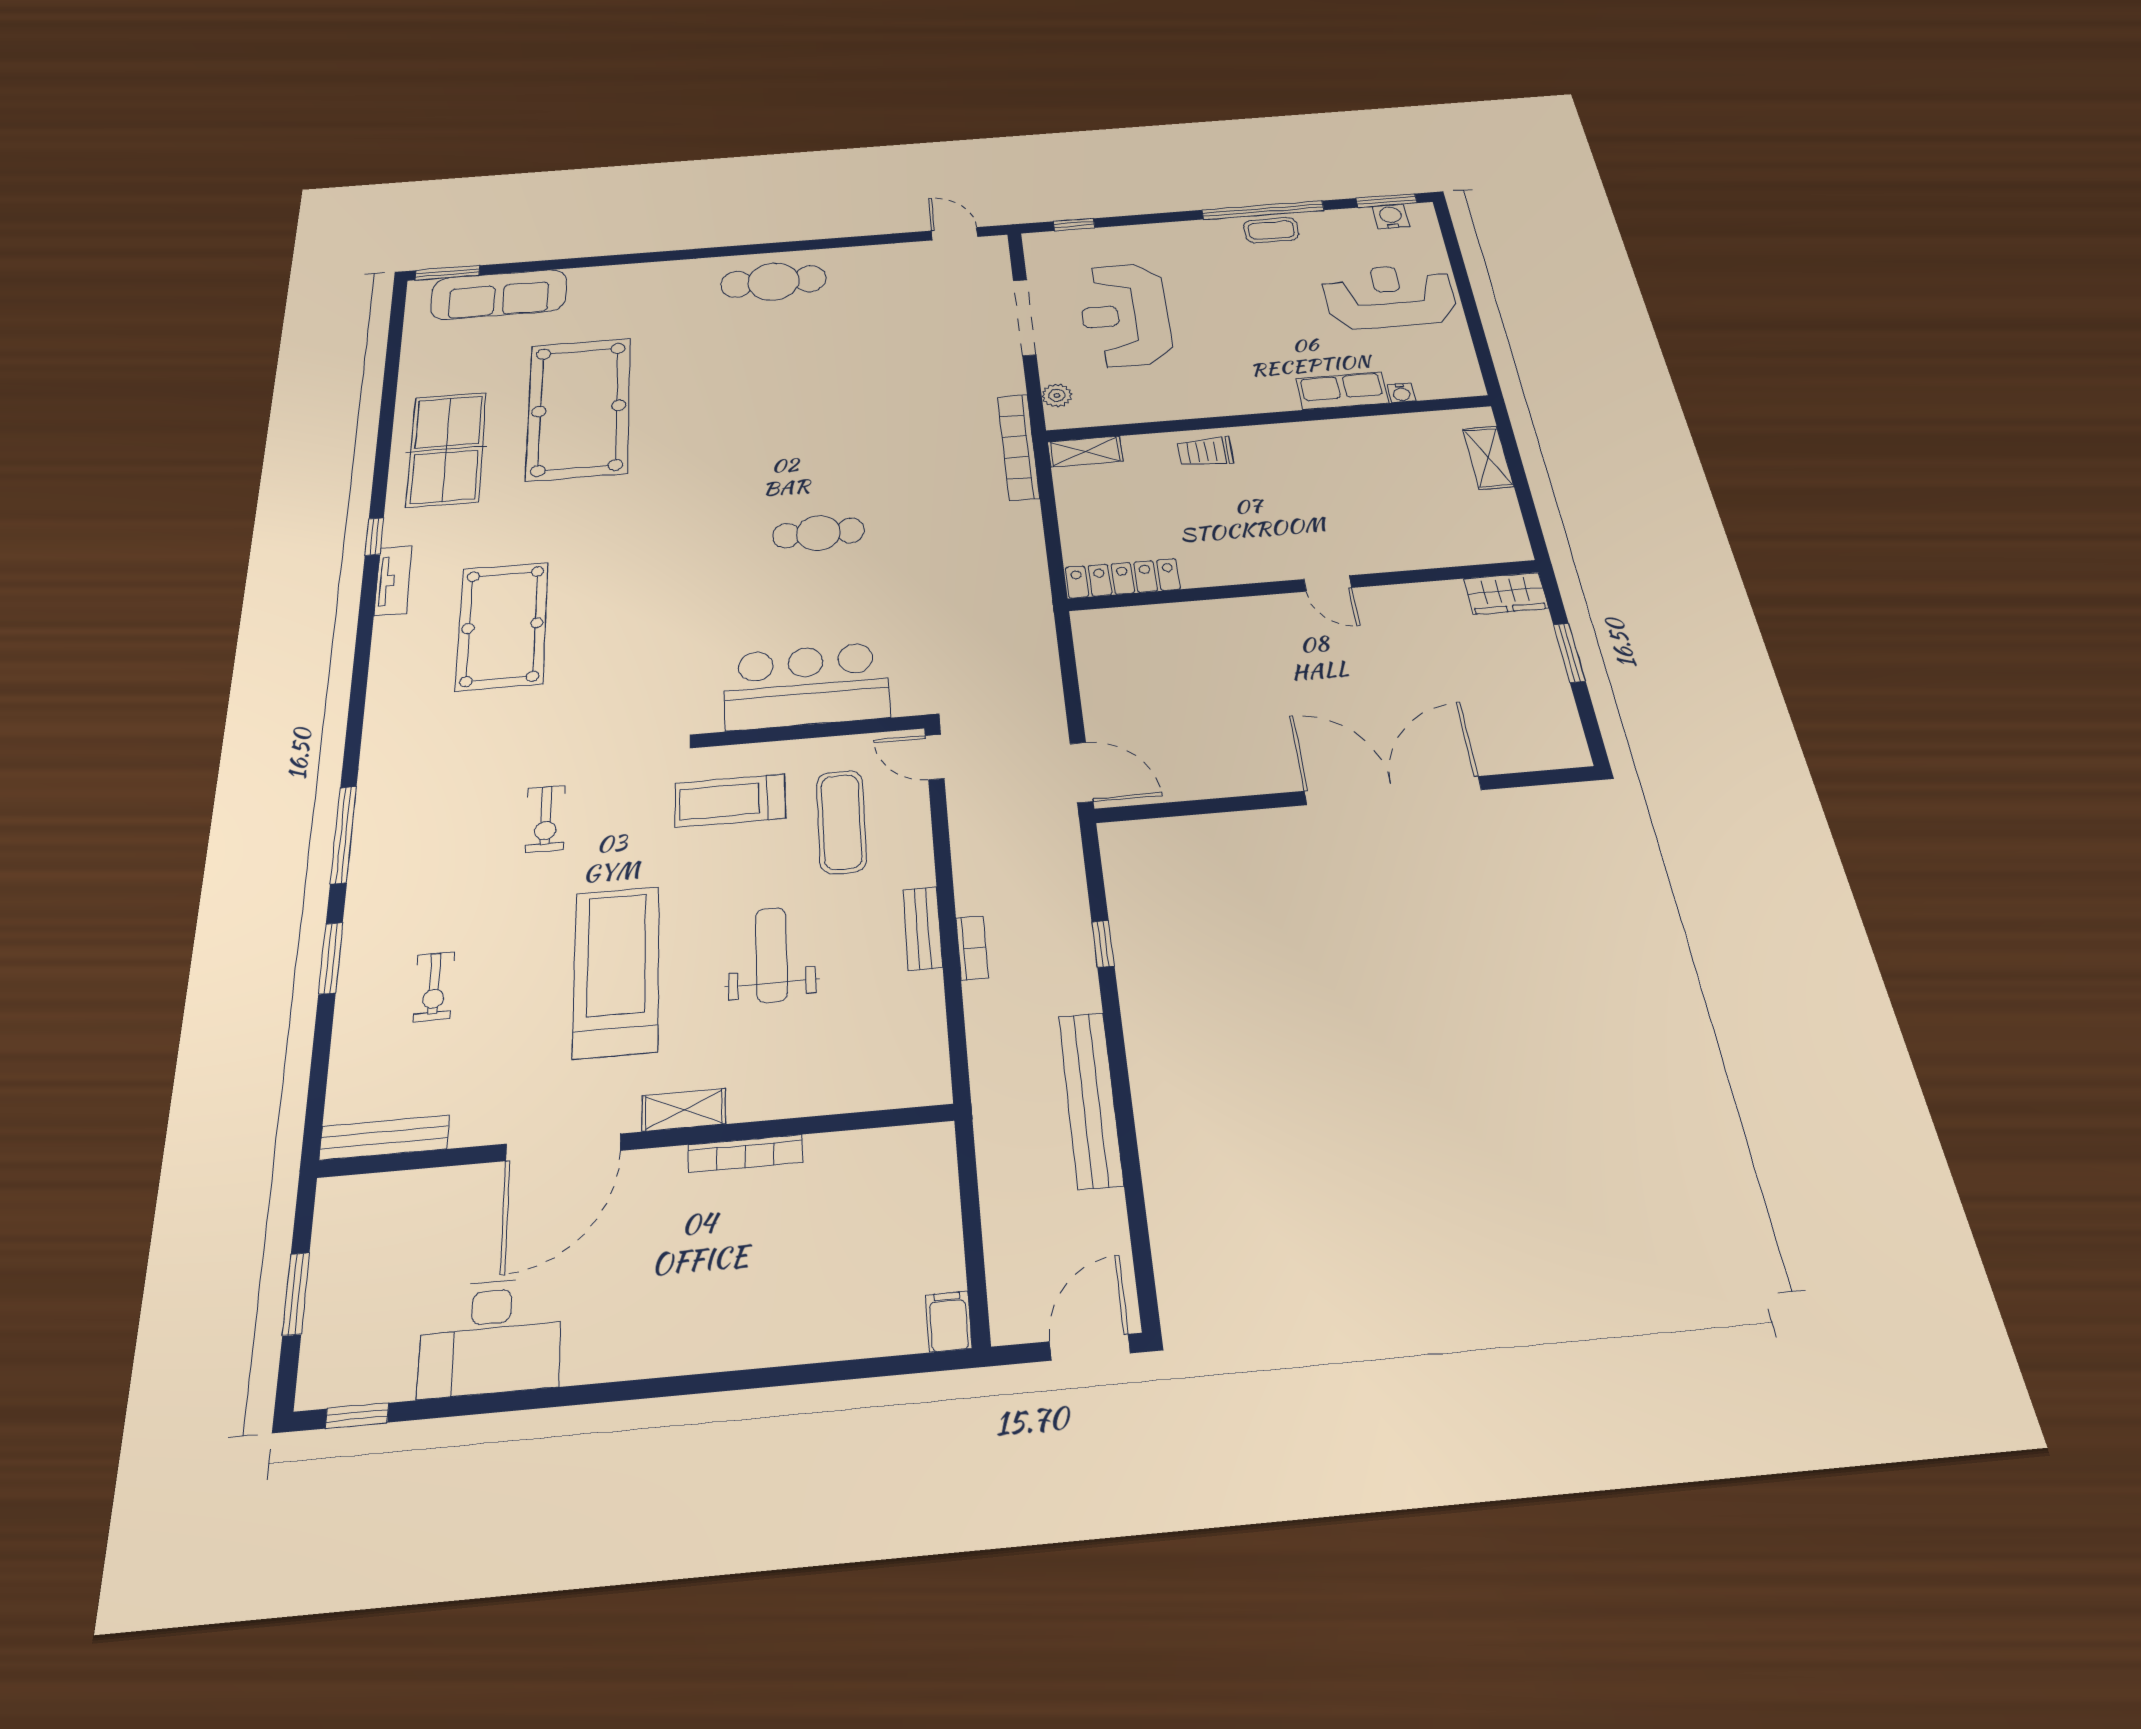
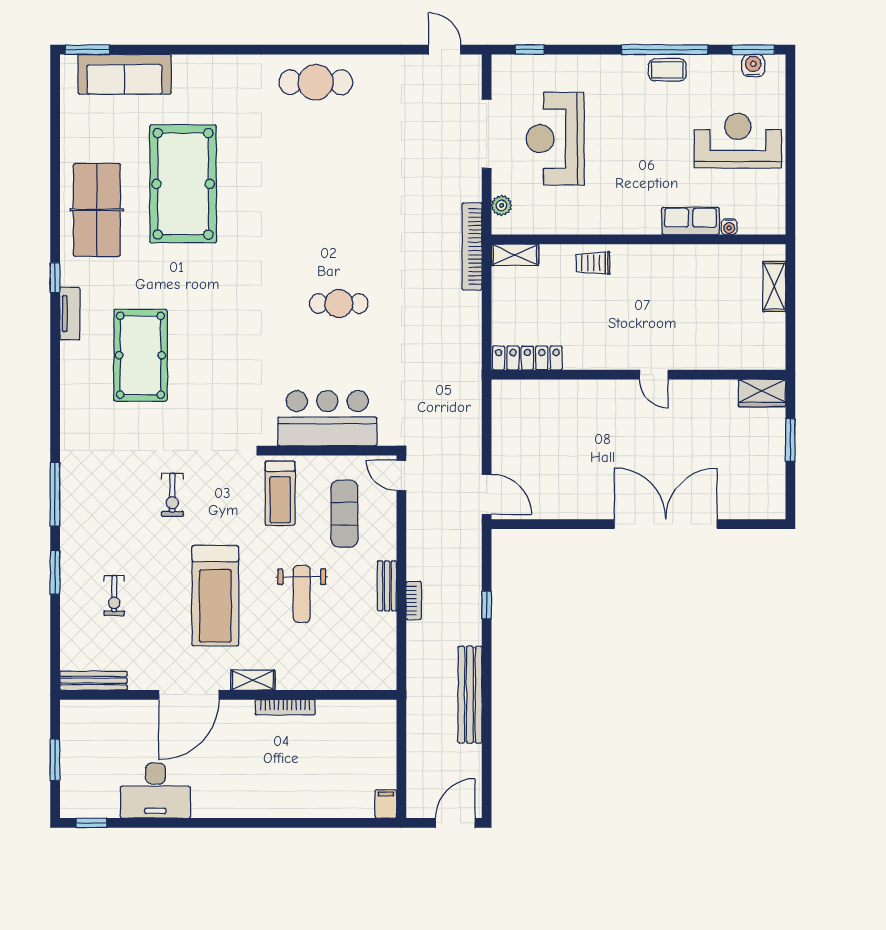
treadmill: (730, 801) -> (280, 493), turned -90
weight bench: (771, 955) -> (302, 594), turned 180
treadmill: (616, 971) -> (215, 596), turned 180

